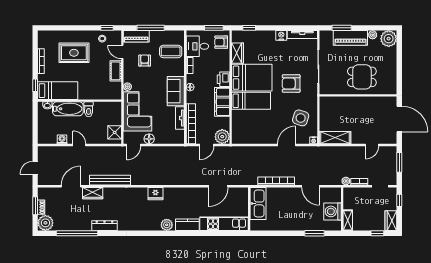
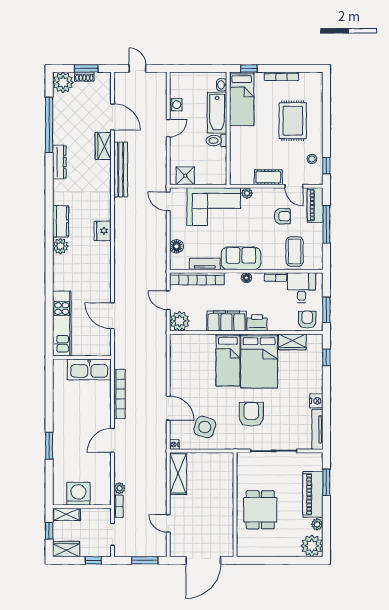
door: (122, 52) -> (294, 186), swing flipped
floor lamp: (149, 139) -> (176, 246), moved
wall: (342, 209) -> (82, 507), moved
washing machine: (332, 211) -> (78, 494), moved
shelving: (348, 220) -> (66, 514), moved
kitchen counter: (187, 225) -> (60, 221), moved

